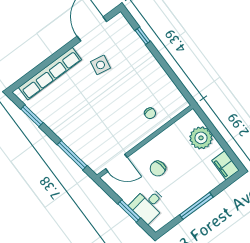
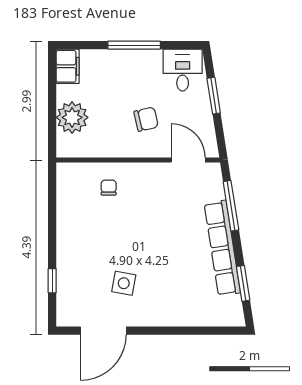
row of seats: (50, 74) -> (222, 248), moved, turned -99
desk: (148, 205) -> (183, 70), moved, turned -81

